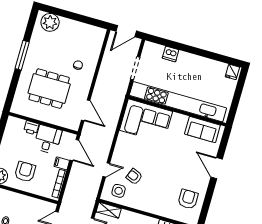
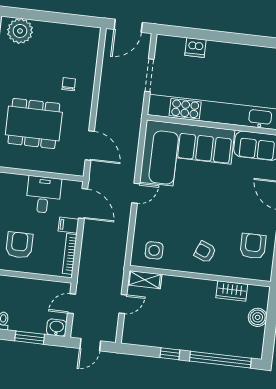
corner sofa: (146, 121) -> (187, 156), width x1.36, depth x1.36
printer: (31, 128) -> (18, 182), removed
door: (106, 170) -> (136, 193), moved
armchair: (134, 177) -> (205, 252), moved

